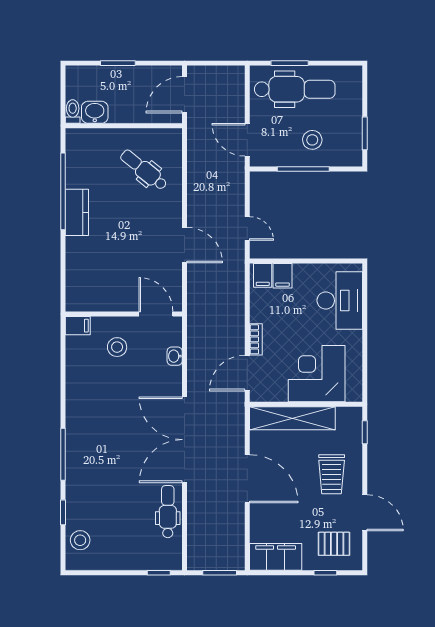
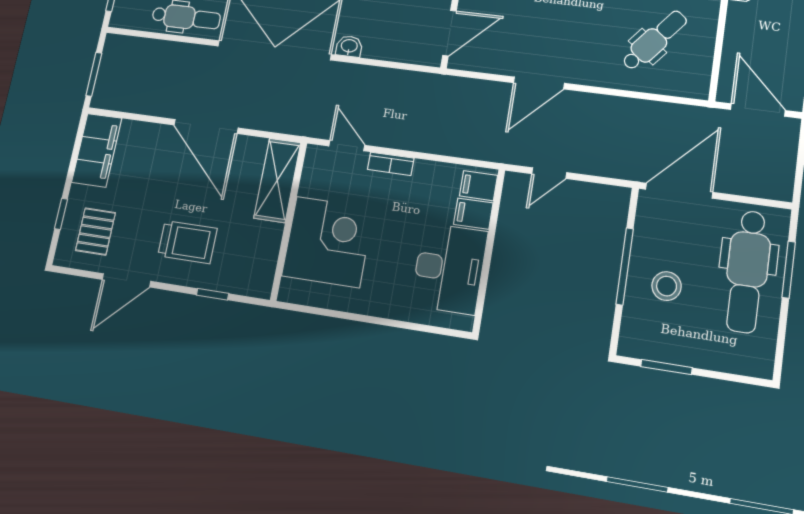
door: (247, 140) -> (679, 191), width x1.36
desk: (340, 301) -> (449, 268), moved, turned -90
washbasin: (175, 356) -> (349, 46), moved
door: (247, 373) -> (347, 146), width x0.73
shelving: (292, 418) -> (277, 180), width x0.68
window: (365, 432) -> (213, 294), moved
trolley: (332, 474) -> (187, 242), turned 180
door: (247, 479) -> (206, 126), hinge flipped

